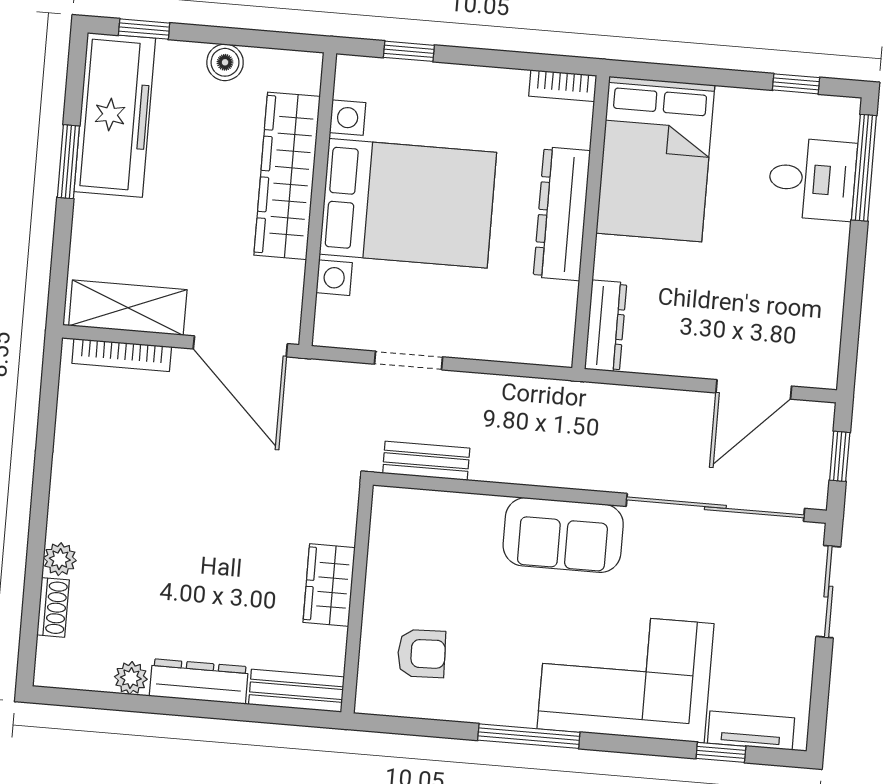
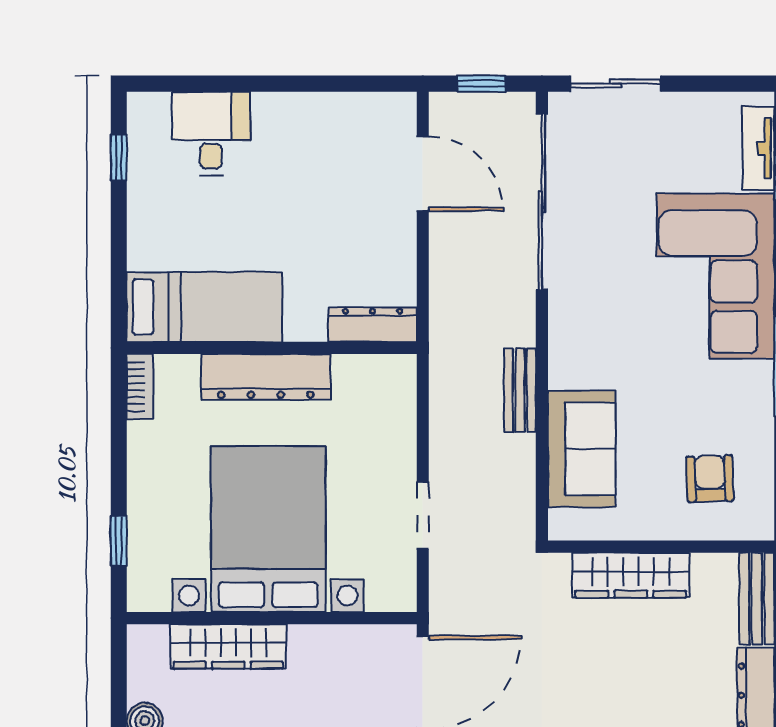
bed: (655, 159) -> (204, 307), width x0.67
window: (864, 168) -> (196, 84), removed
wardrobe: (287, 176) -> (228, 646), width x0.71, depth x0.85
bench: (426, 461) -> (520, 390), moved
sofa: (563, 535) -> (582, 449), moved
wardrobe: (329, 585) -> (631, 575), width x1.50

